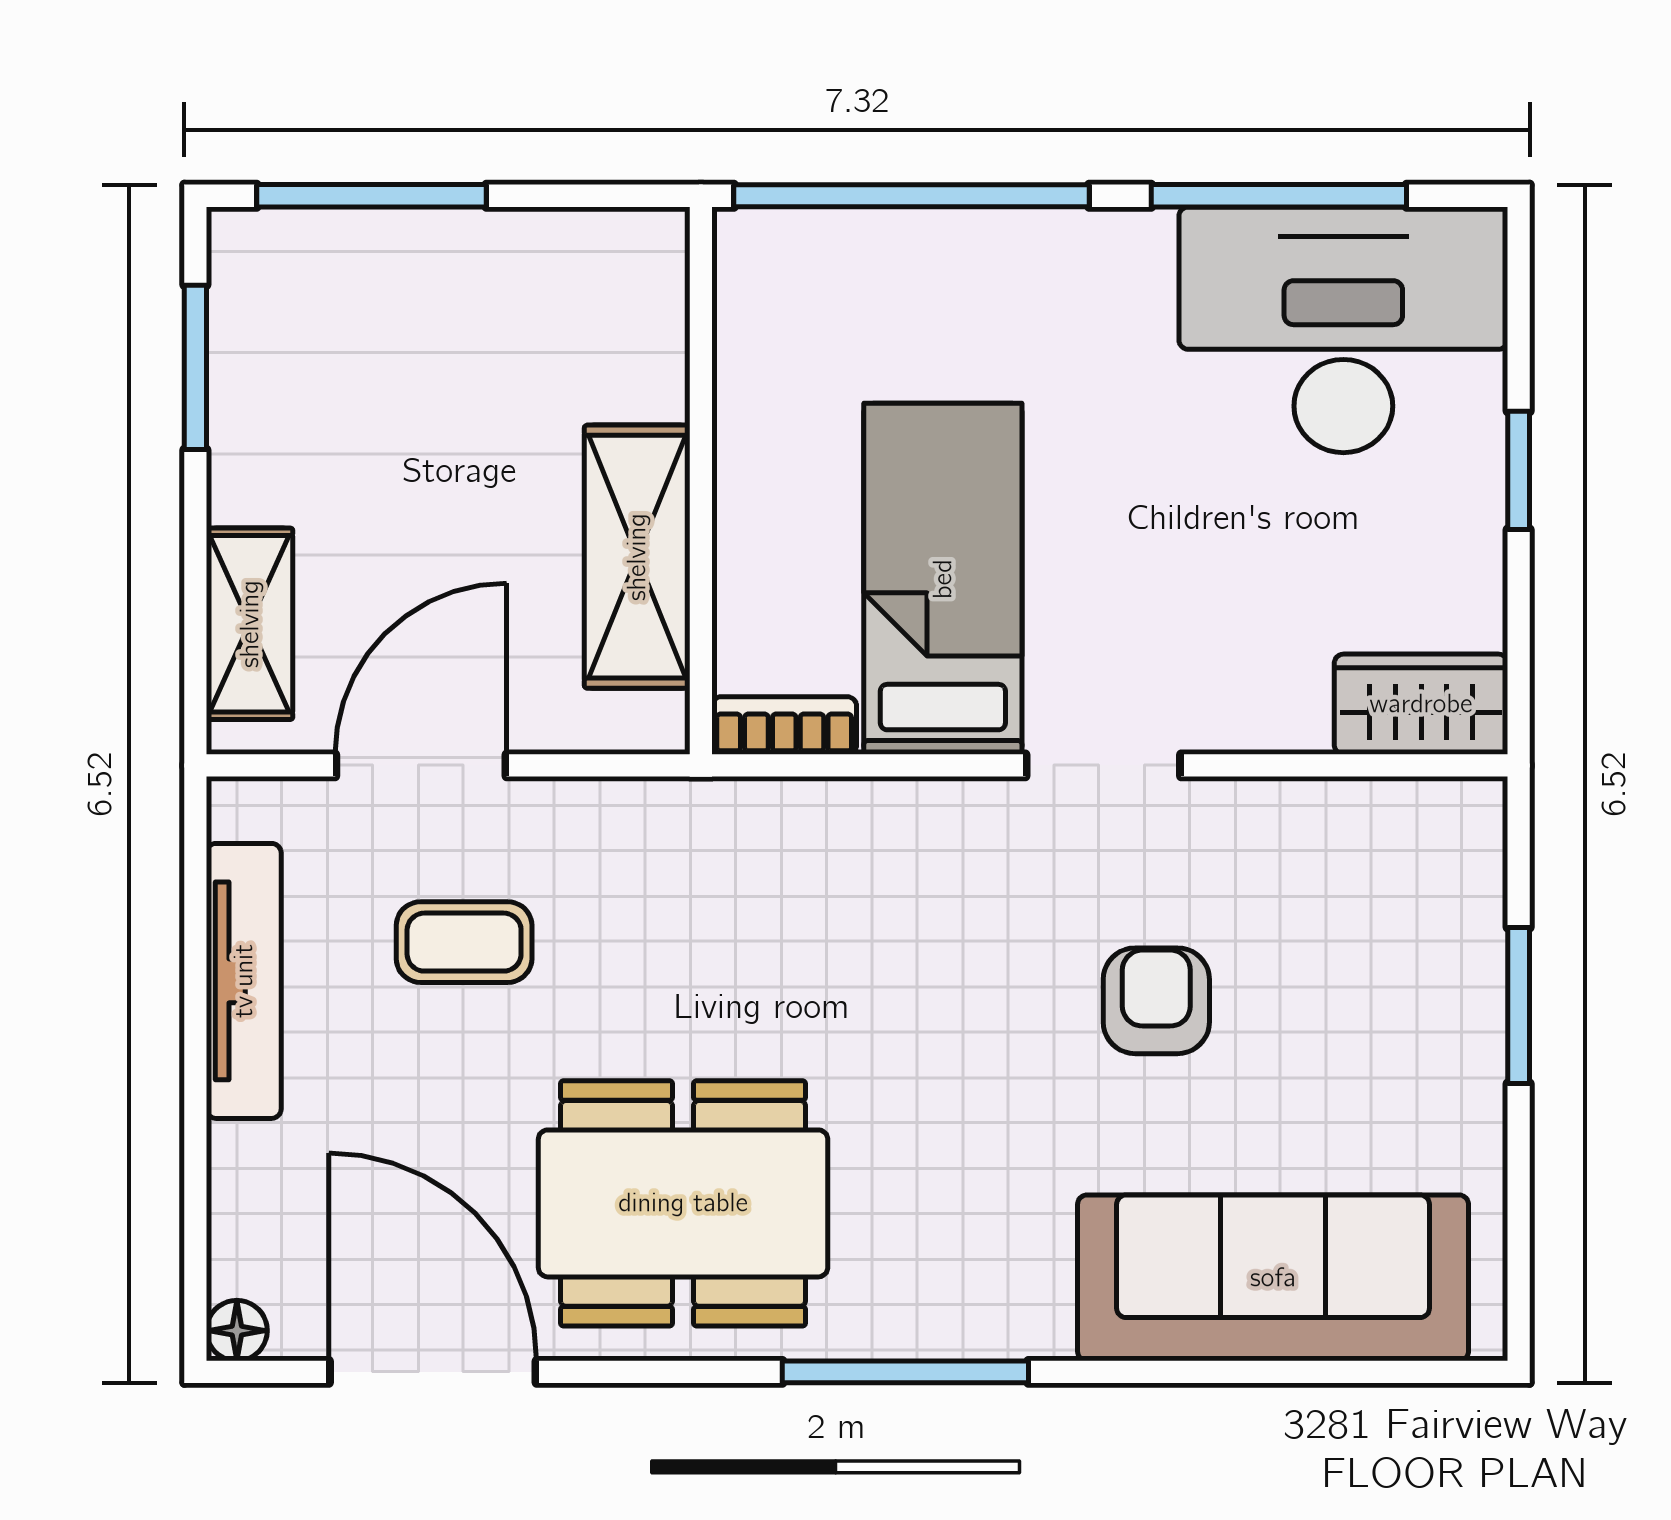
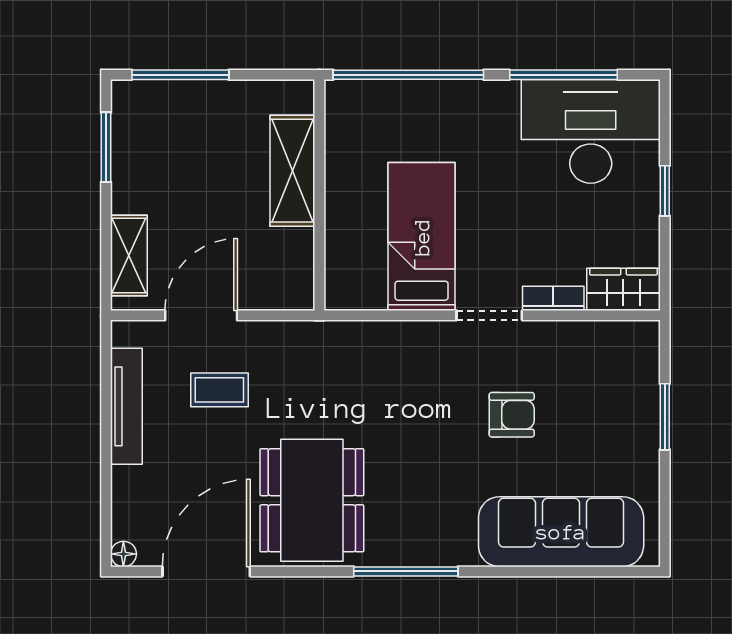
shelving: (637, 557) -> (292, 171), moved
bookcase: (784, 726) -> (553, 298), moved
armchair: (1156, 1001) -> (512, 415), turned 90
dining table: (683, 1203) -> (312, 500), turned 90
door: (433, 1372) -> (206, 571), hinge flipped

